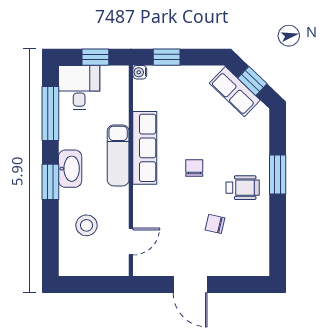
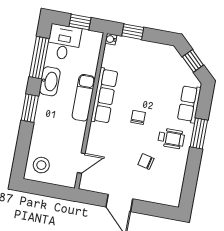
row of seats: (235, 92) -> (189, 104), moved, turned 46
washbasin: (70, 169) -> (50, 81), moved
stool: (87, 225) -> (41, 165), moved

